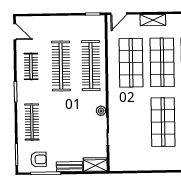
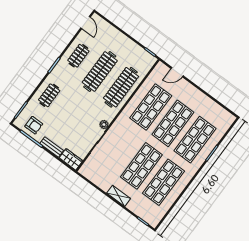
door: (119, 14) -> (177, 72), moved
shelving: (153, 20) -> (119, 196), moved
clothes rail: (32, 122) -> (49, 95), width x0.73

